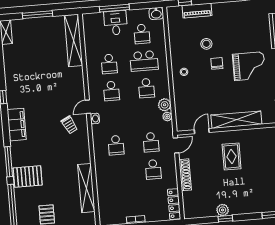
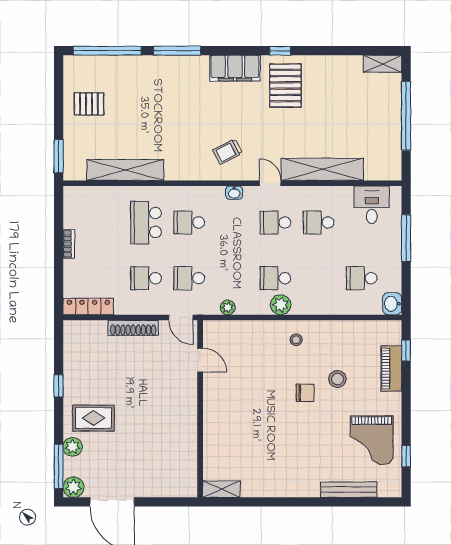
window: (38, 15) -> (406, 116), width x1.46
desk: (116, 23) -> (372, 205), moved, turned -90
shelving: (74, 40) -> (322, 169), moved
school desk: (144, 61) -> (146, 223), moved
grand piano: (249, 66) -> (372, 440), moved
plant: (165, 105) -> (281, 305), moved
door: (88, 107) -> (270, 183), moved
shelving: (236, 120) -> (214, 416), removed
rug: (232, 157) -> (94, 418), moved
pallet: (28, 177) -> (285, 86), moved
plant: (223, 210) -> (73, 447), moved

